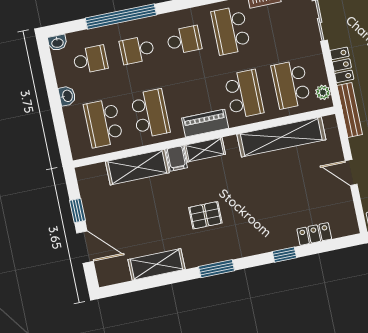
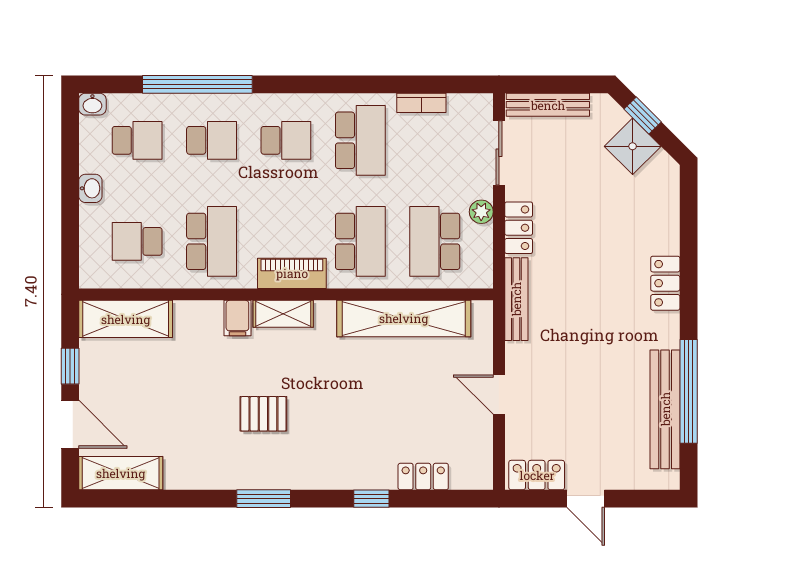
school desk: (231, 30) -> (360, 140), turned 180
school desk: (137, 50) -> (212, 140), turned 180
plant: (323, 92) -> (481, 212), moved
school desk: (103, 123) -> (137, 241), width x0.54
shelving: (137, 167) -> (126, 319), moved
shelving: (156, 264) -> (121, 473), moved

